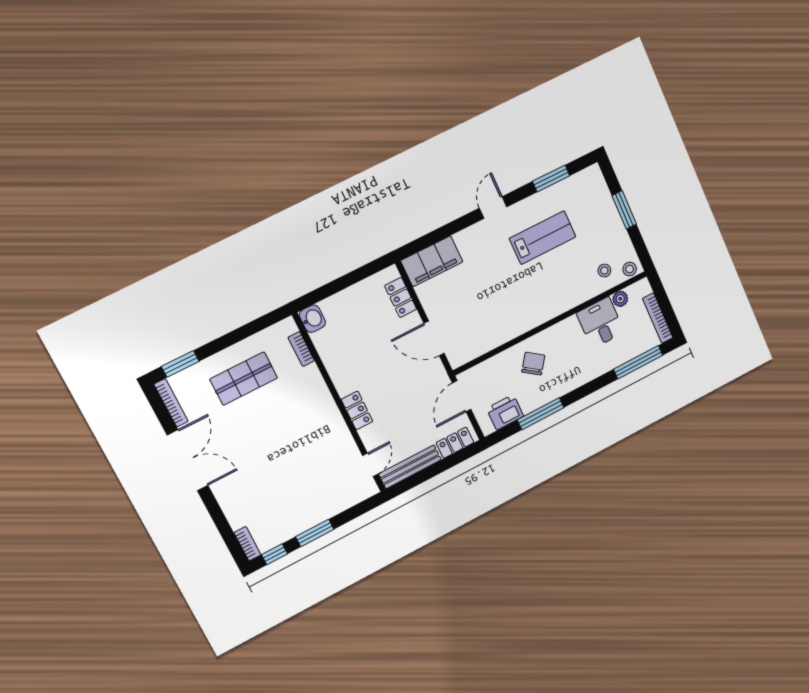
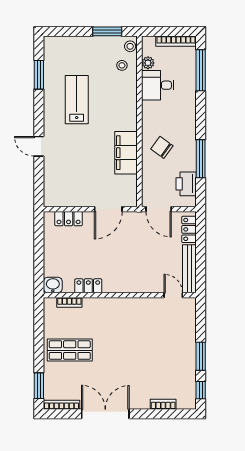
door: (493, 207) -> (39, 146), moved
window: (624, 210) -> (107, 31), moved
filing cabinet: (432, 261) -> (126, 153), moved, turned 180
shop shelf: (244, 379) -> (70, 350), turned 90
locker: (357, 410) -> (88, 286), moved
bookcase: (247, 544) -> (163, 404), moved

